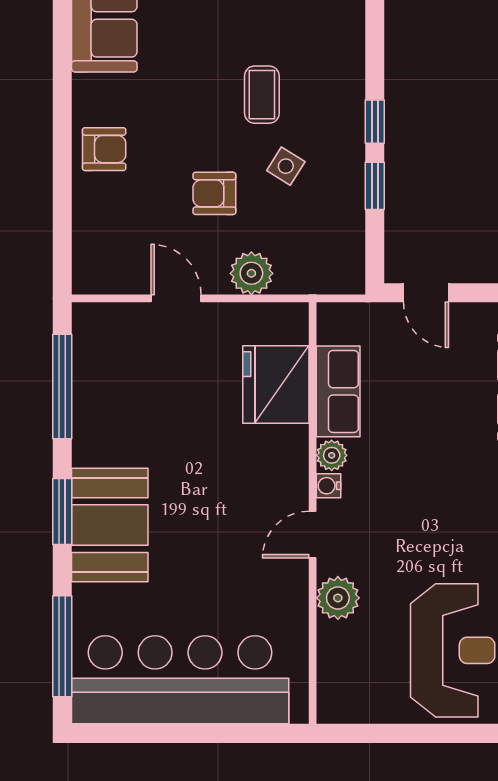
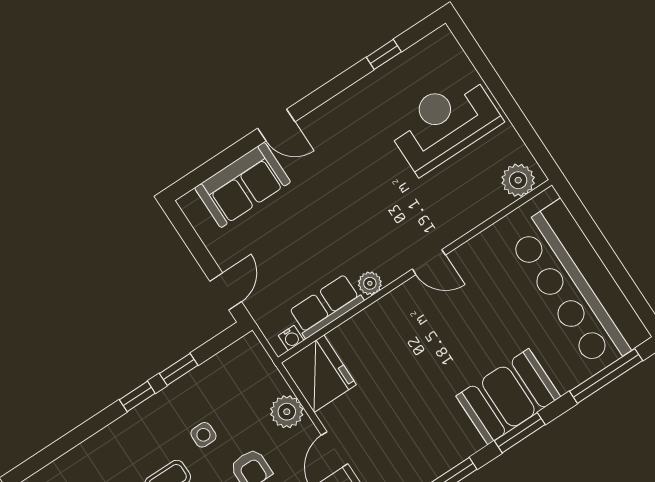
side table: (286, 166) -> (203, 435), turned -32
fridge: (276, 384) -> (319, 374), moved, turned -90
water cooler: (329, 486) -> (291, 338), moved
plant: (338, 598) -> (518, 180), moved

